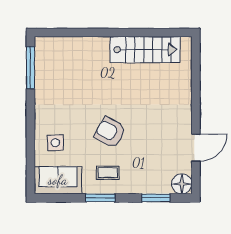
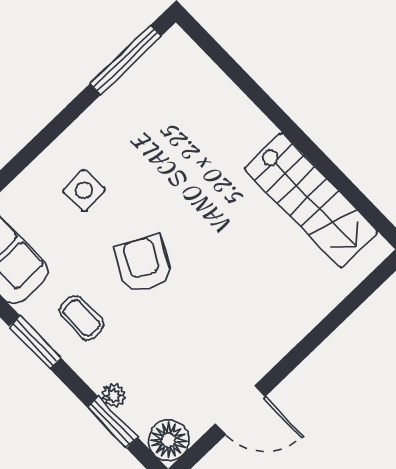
side table: (55, 143) -> (84, 190), moved
plant: (147, 188) -> (114, 395), added

